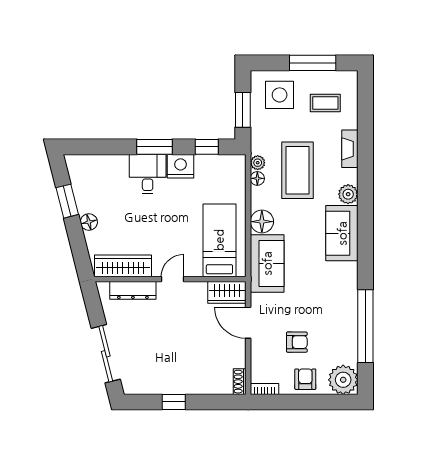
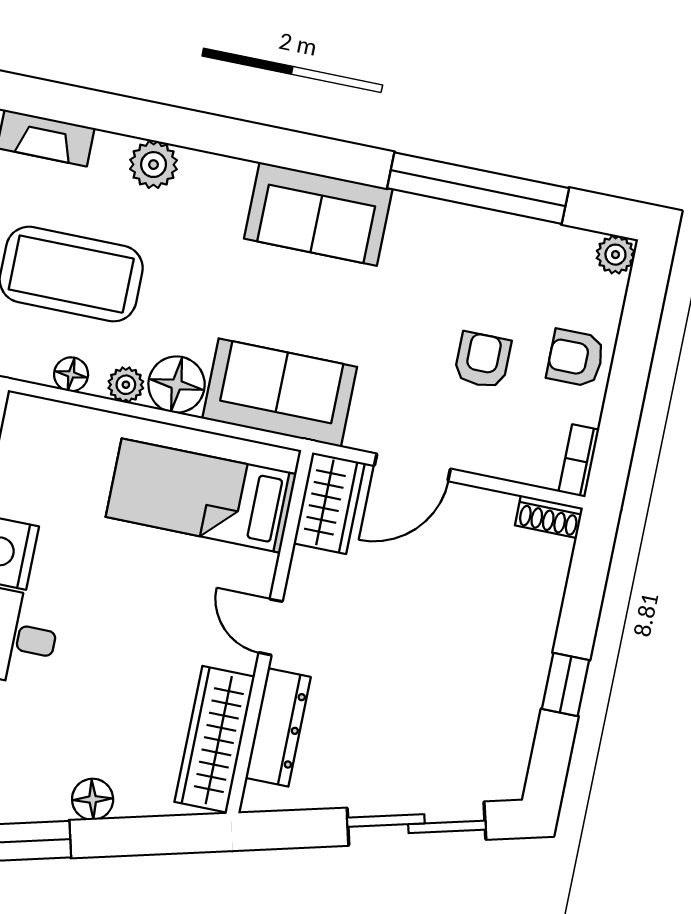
plant: (258, 163) -> (126, 385), moved
sofa: (342, 233) -> (318, 214), moved
plant: (343, 380) -> (615, 255), width x0.53, depth x0.53

